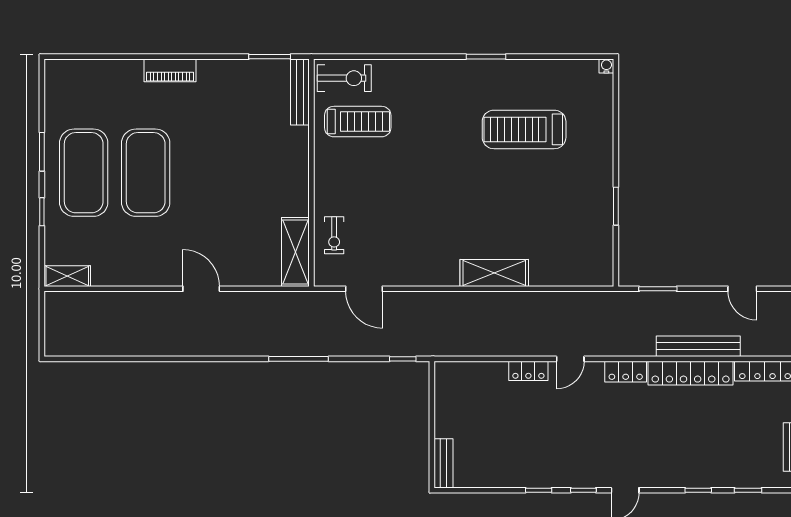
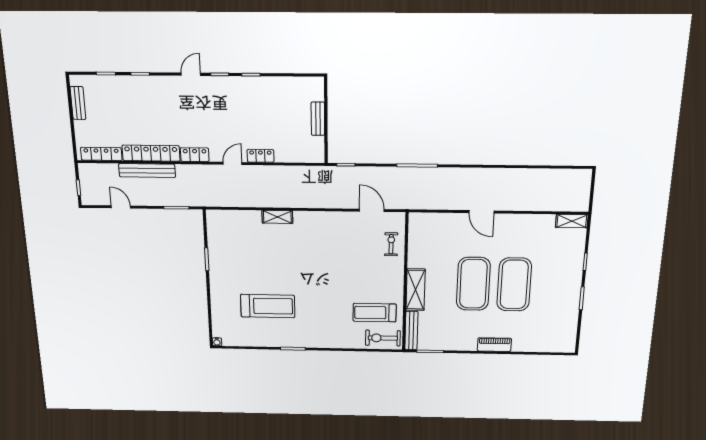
exercise mat: (84, 173) -> (473, 284), moved
shelving: (295, 252) -> (416, 290), moved
shelving: (494, 273) -> (277, 217), width x0.67, depth x0.75
bench: (443, 463) -> (318, 119), moved

